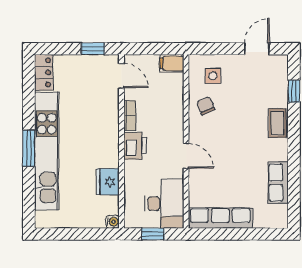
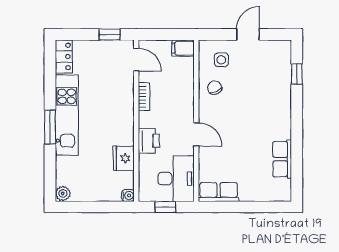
door: (257, 49) -> (248, 34), moved
coffee table: (277, 123) -> (281, 104), removed
printer: (135, 146) -> (149, 141), moved
kitchen unit: (47, 151) -> (67, 115), width x0.73
row of seats: (220, 218) -> (219, 192), width x0.68
plant: (43, 220) -> (63, 193), added

